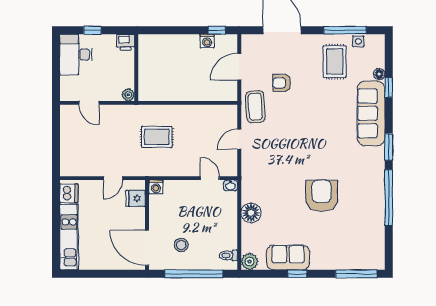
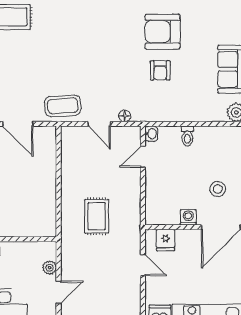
armchair: (282, 83) -> (160, 70), moved
plant: (128, 95) -> (50, 268), moved
washing machine: (156, 187) -> (188, 217), moved, turned -90
floor lamp: (251, 213) -> (125, 116), moved, width x0.53, depth x0.53
toilet: (228, 255) -> (187, 136), moved

